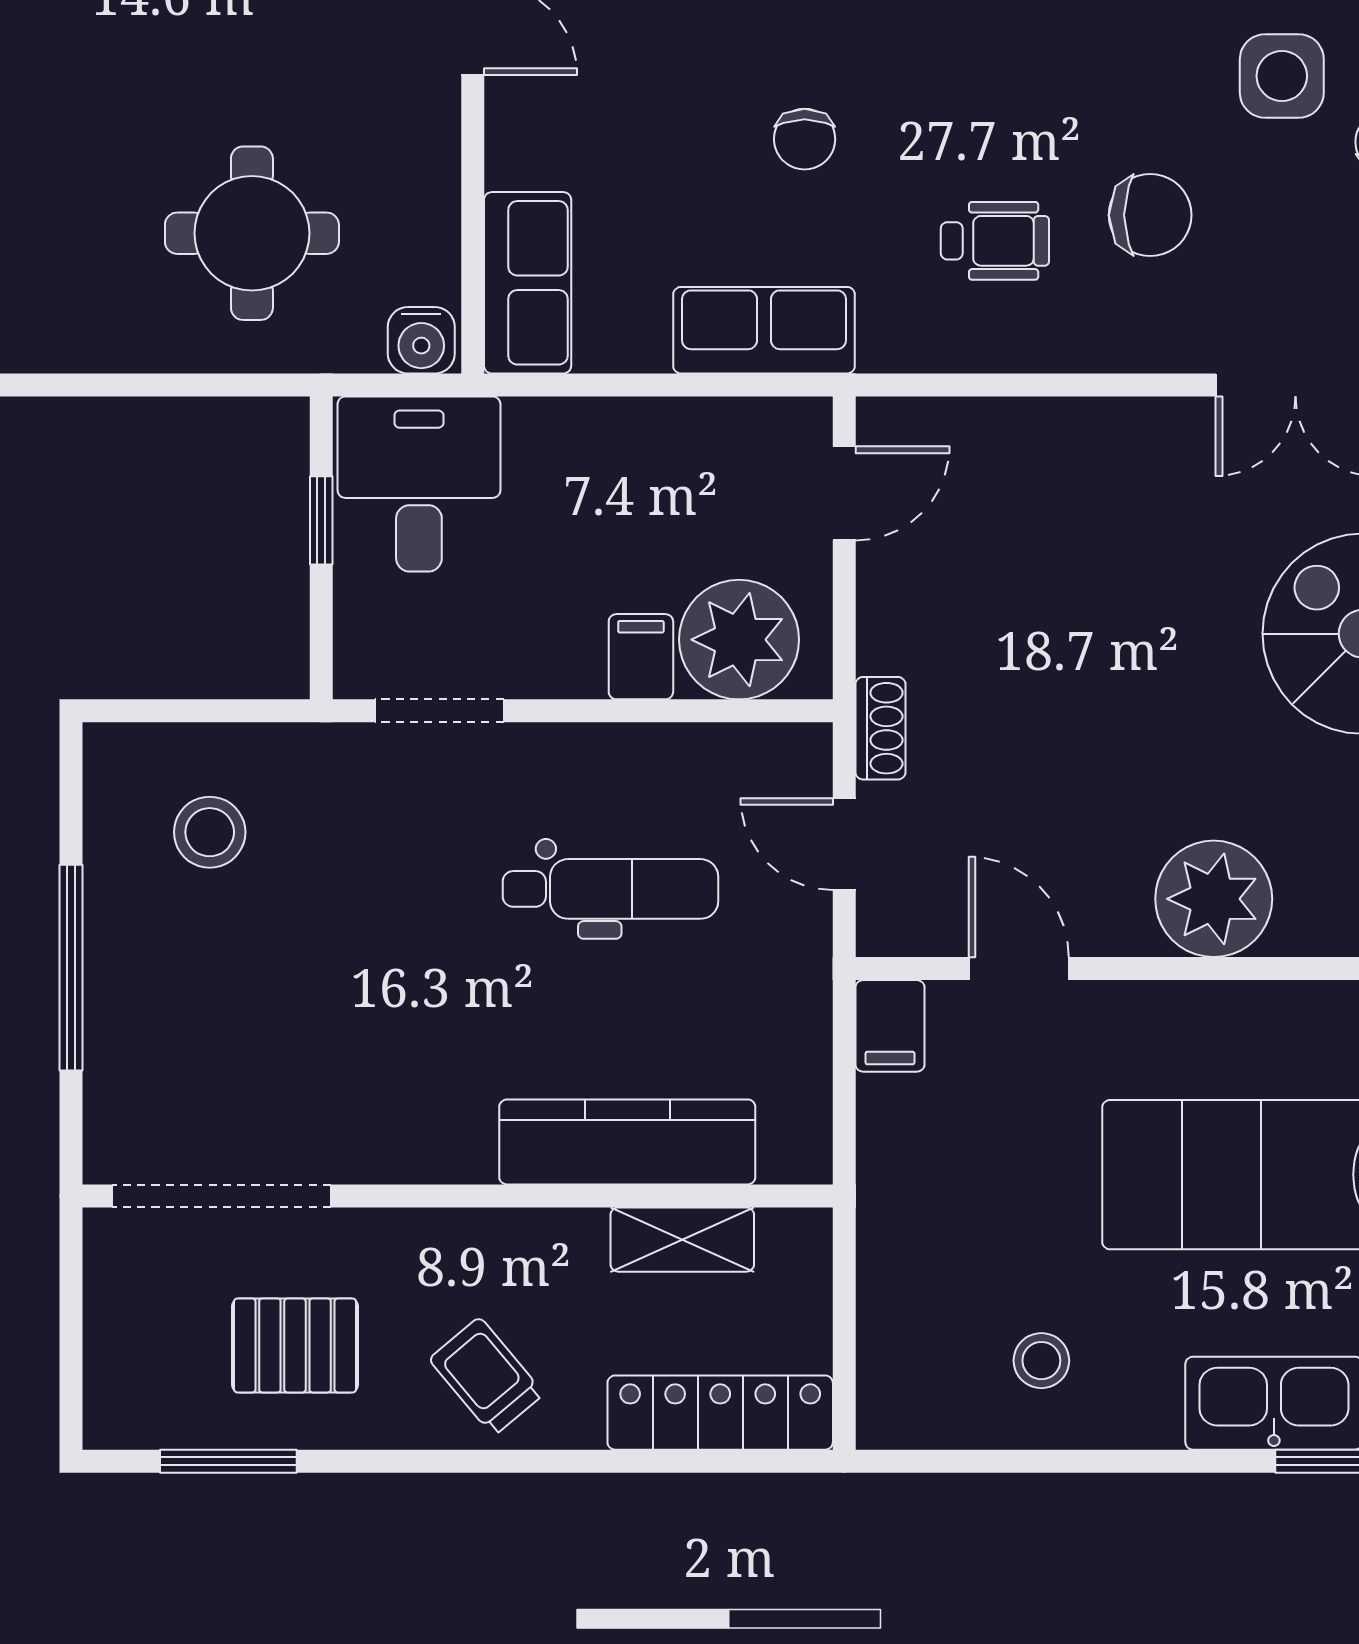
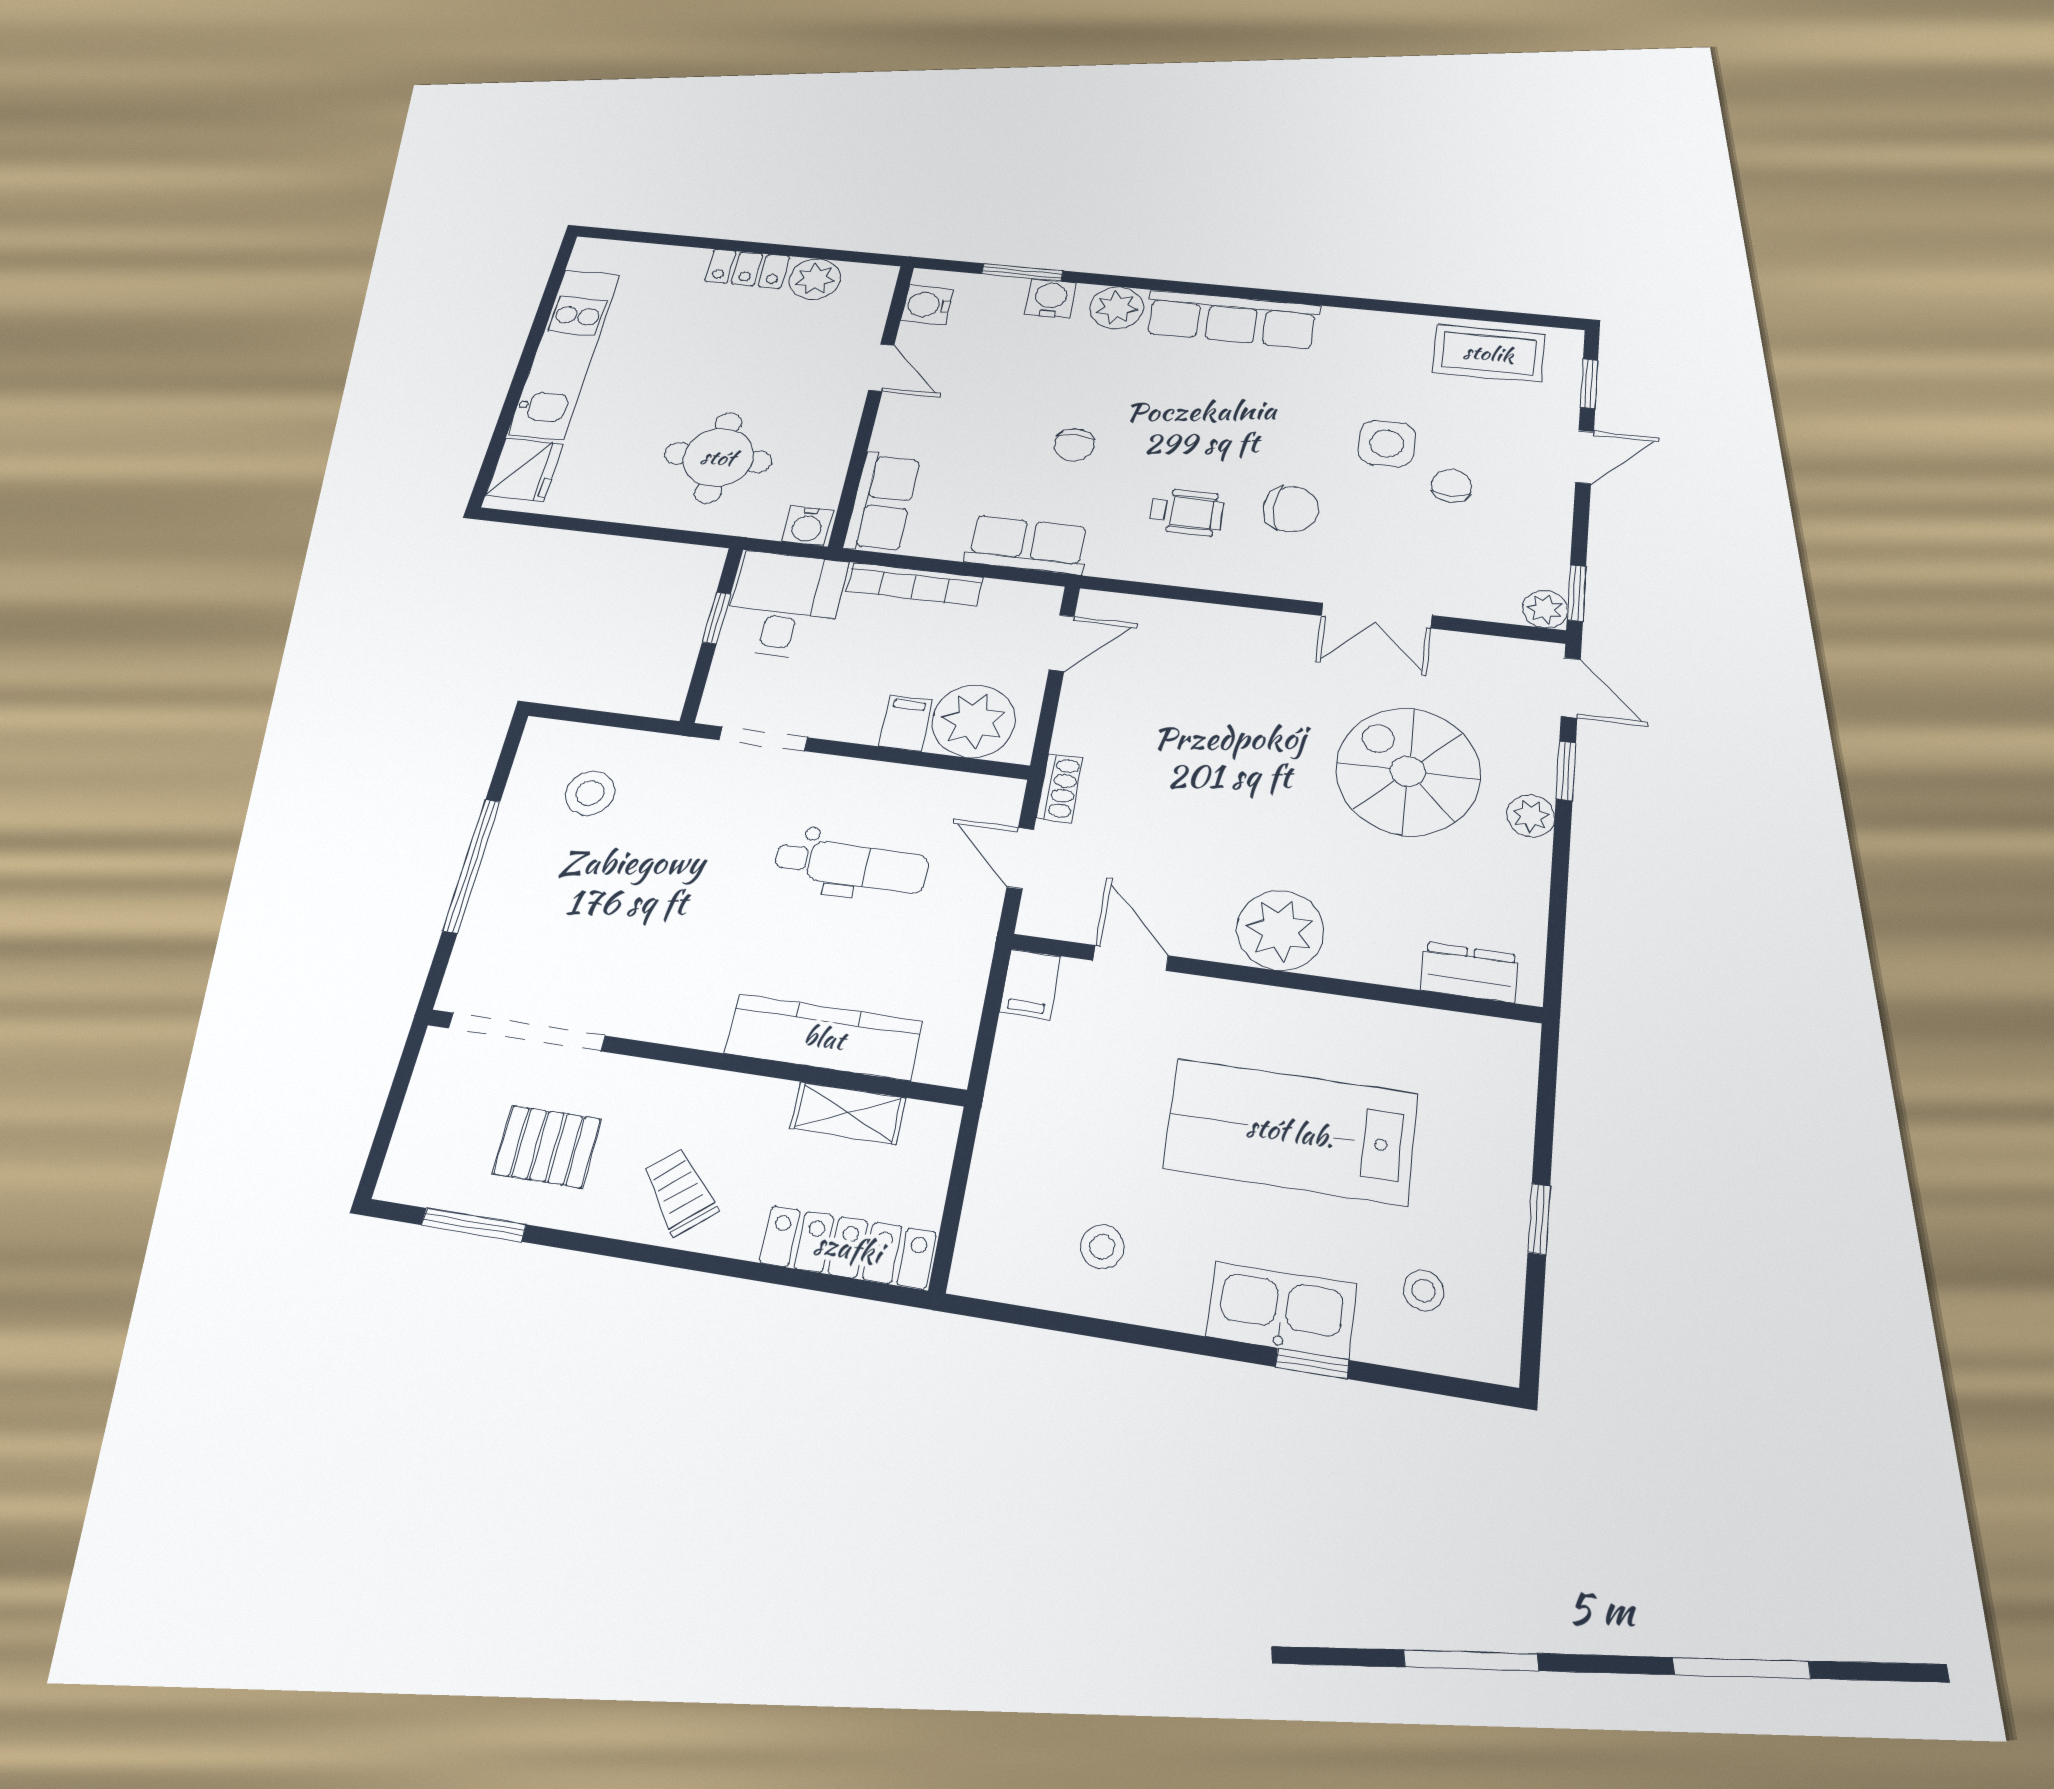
bookcase: (607, 422) -> (915, 584), added

